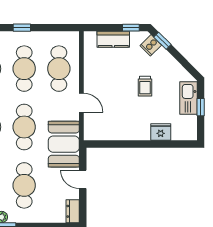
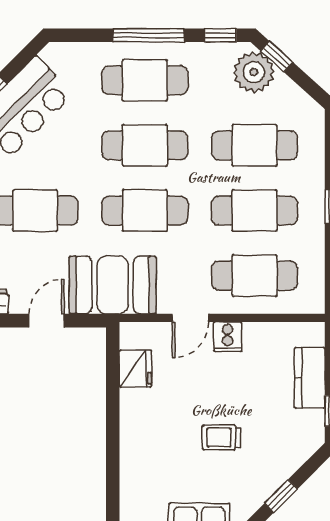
window: (162, 41) -> (281, 496), moved
cooker: (151, 45) -> (228, 337), moved, turned -135
fridge: (161, 132) -> (135, 369), moved

